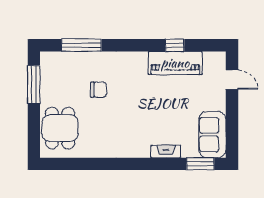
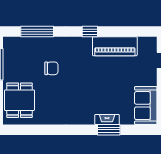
window: (175, 45) -> (90, 32), moved
window: (200, 164) -> (109, 130), moved

